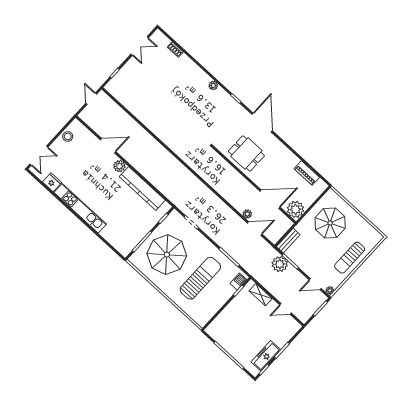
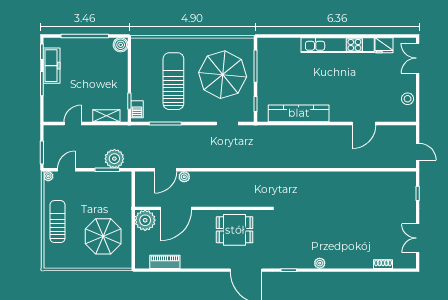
plant: (119, 166) -> (337, 115), removed
bench: (288, 241) -> (126, 186), removed
sun lounger: (200, 278) -> (173, 81), turned 180
boiler: (212, 330) -> (121, 45), added

